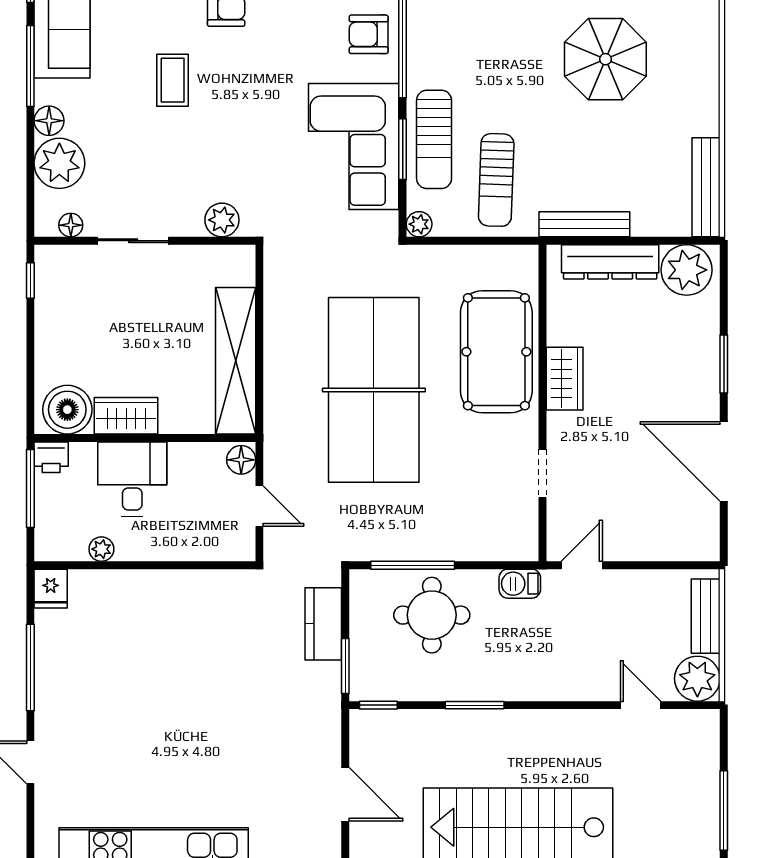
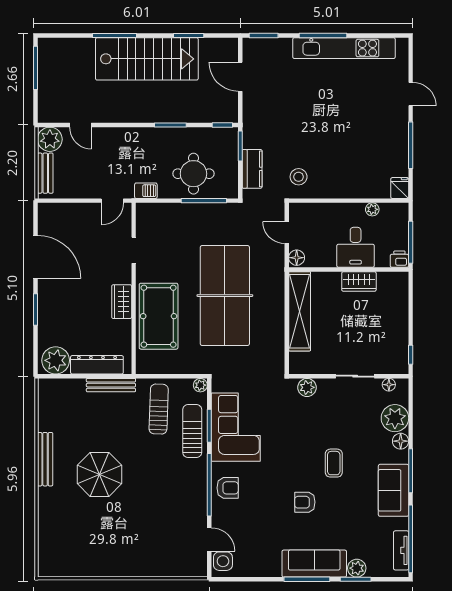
bench: (706, 187) -> (45, 459), moved
boiler: (67, 410) -> (391, 285), removed
stool: (238, 609) -> (299, 177), added

